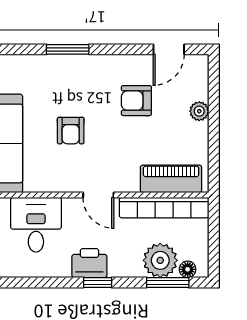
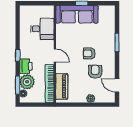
armchair: (71, 131) -> (89, 53), moved
door: (98, 195) -> (55, 56), swing flipped
printer: (89, 263) -> (26, 66), moved

